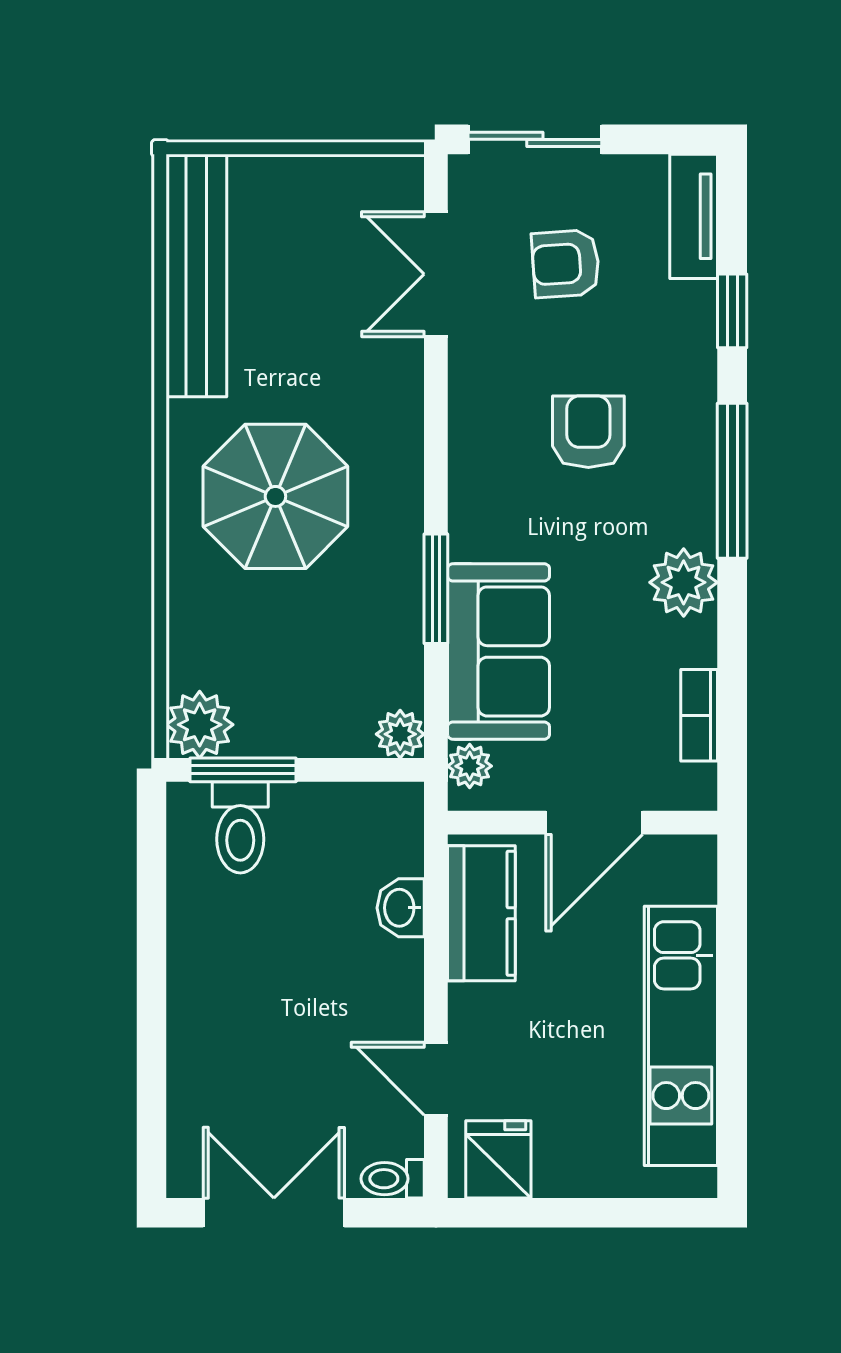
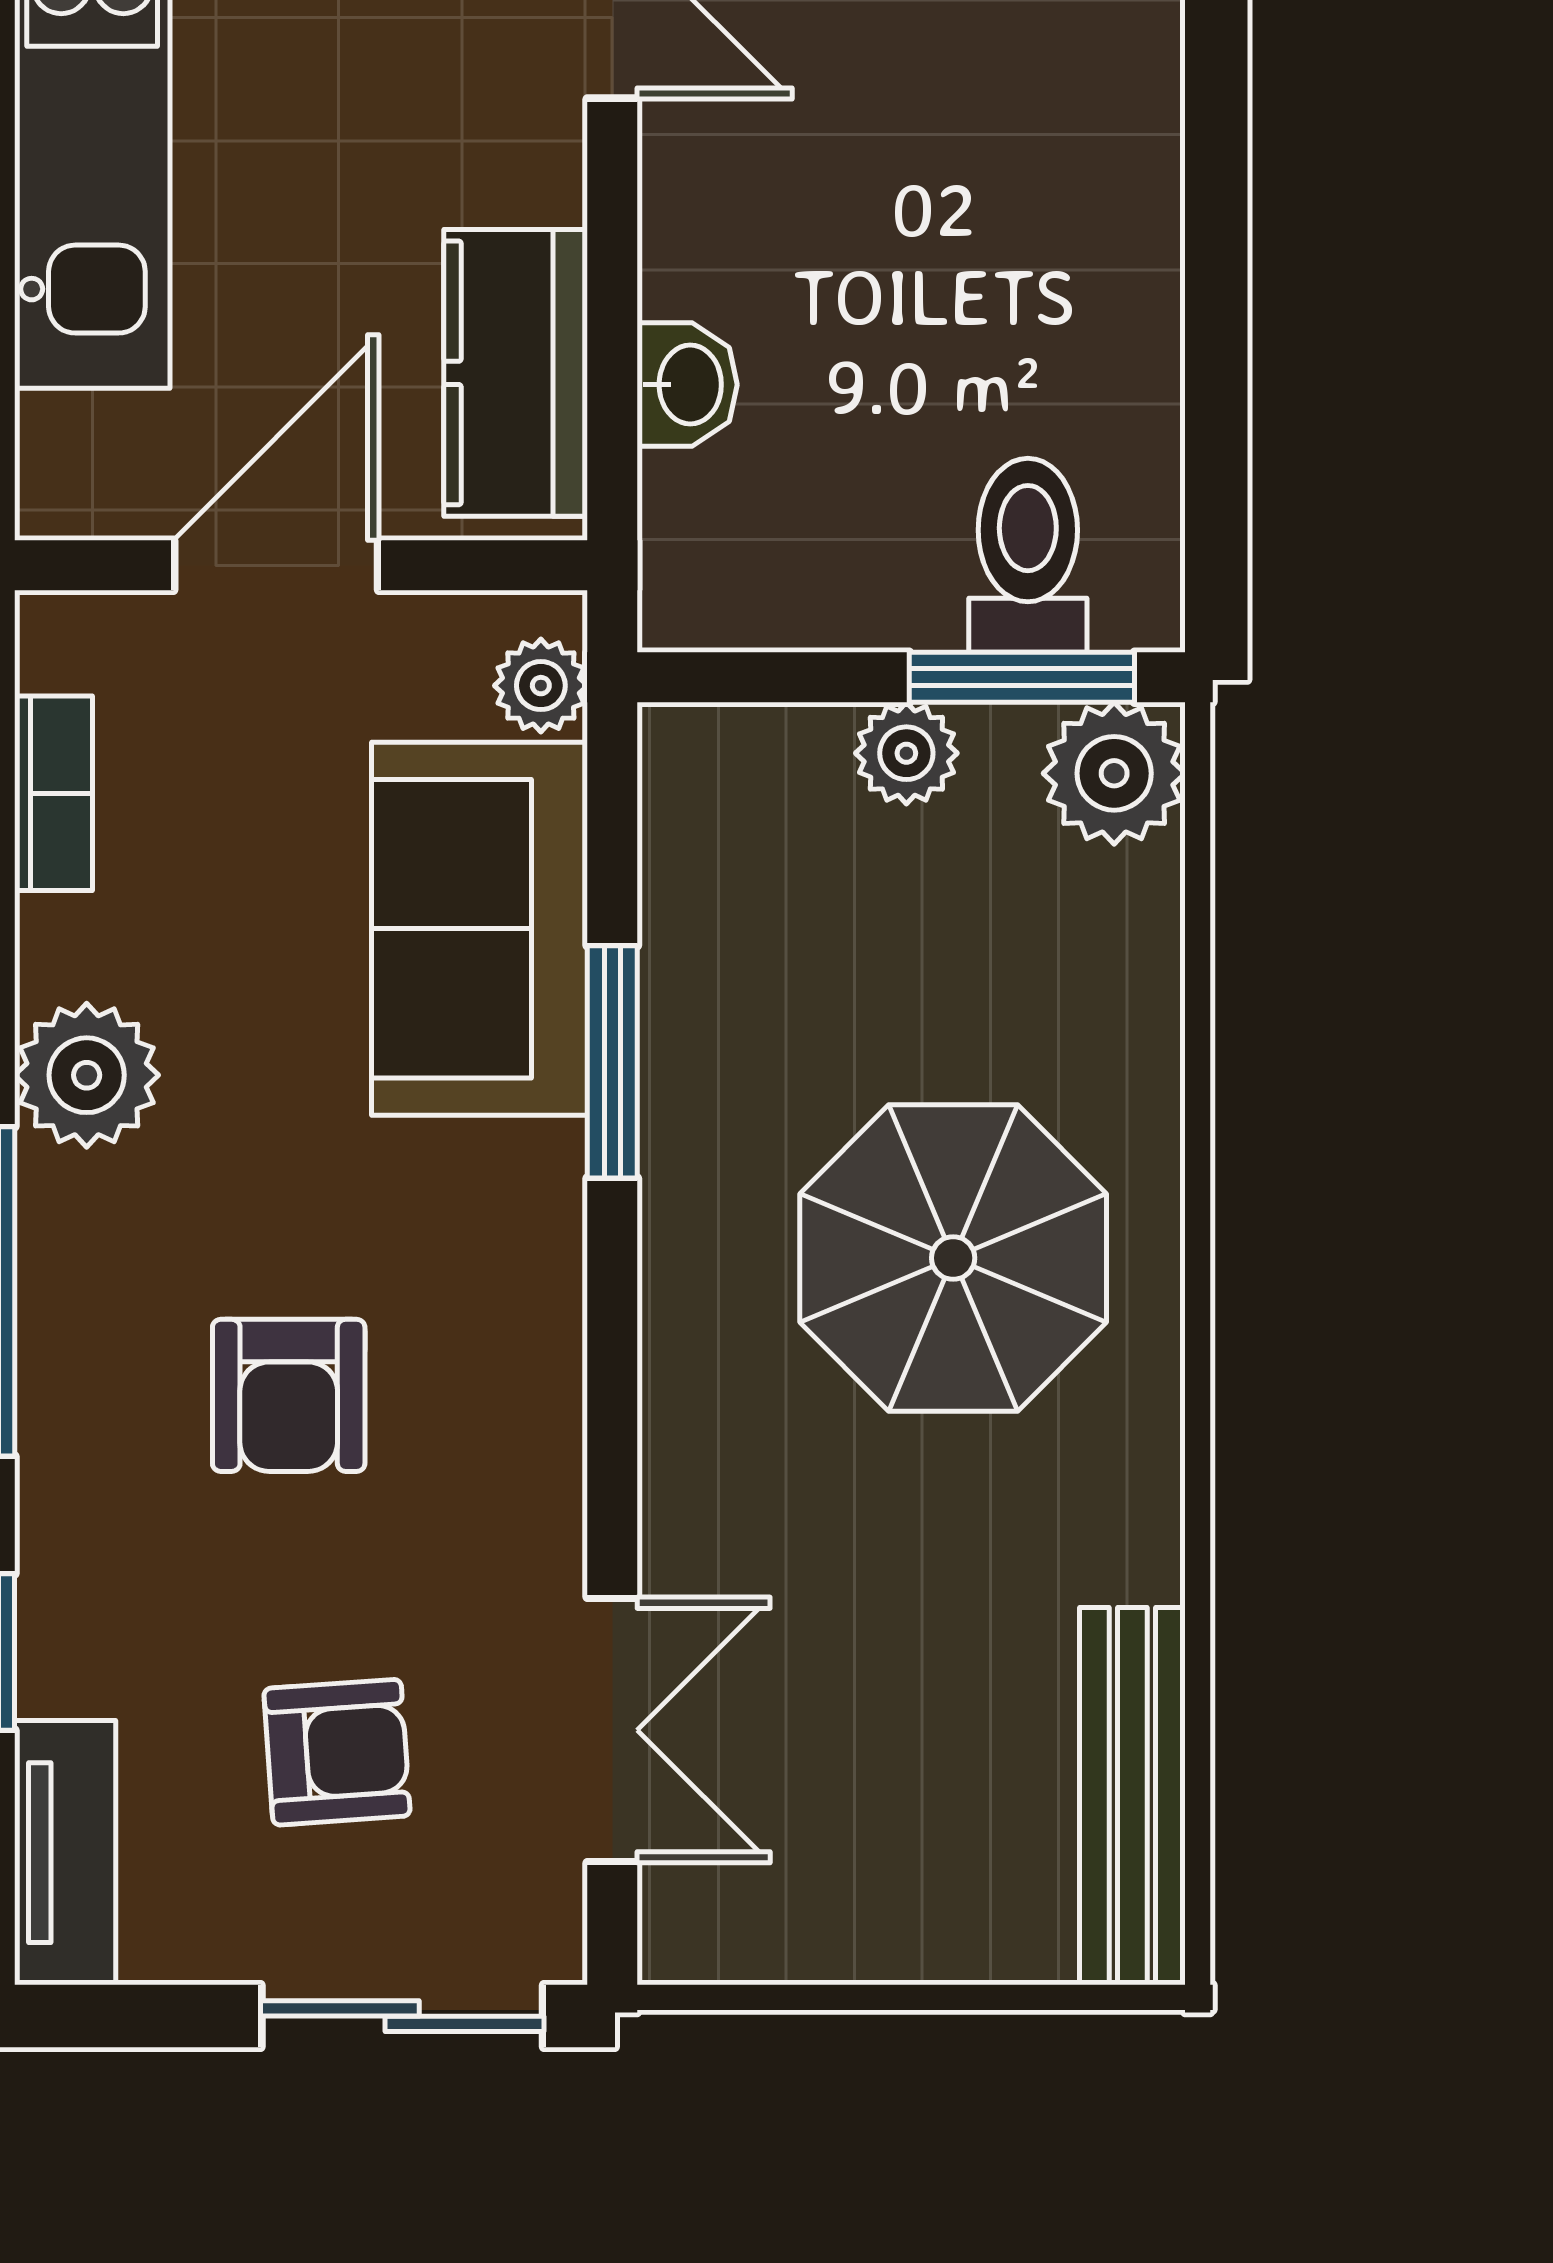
bench: (196, 276) -> (1132, 1796), width x0.73, depth x0.82
plant: (400, 734) -> (906, 753), moved

